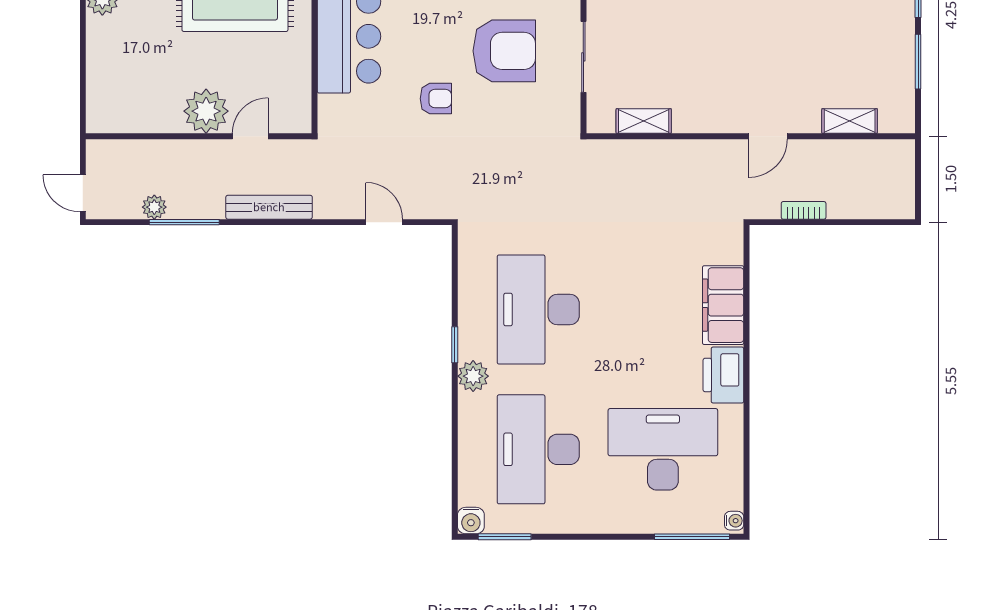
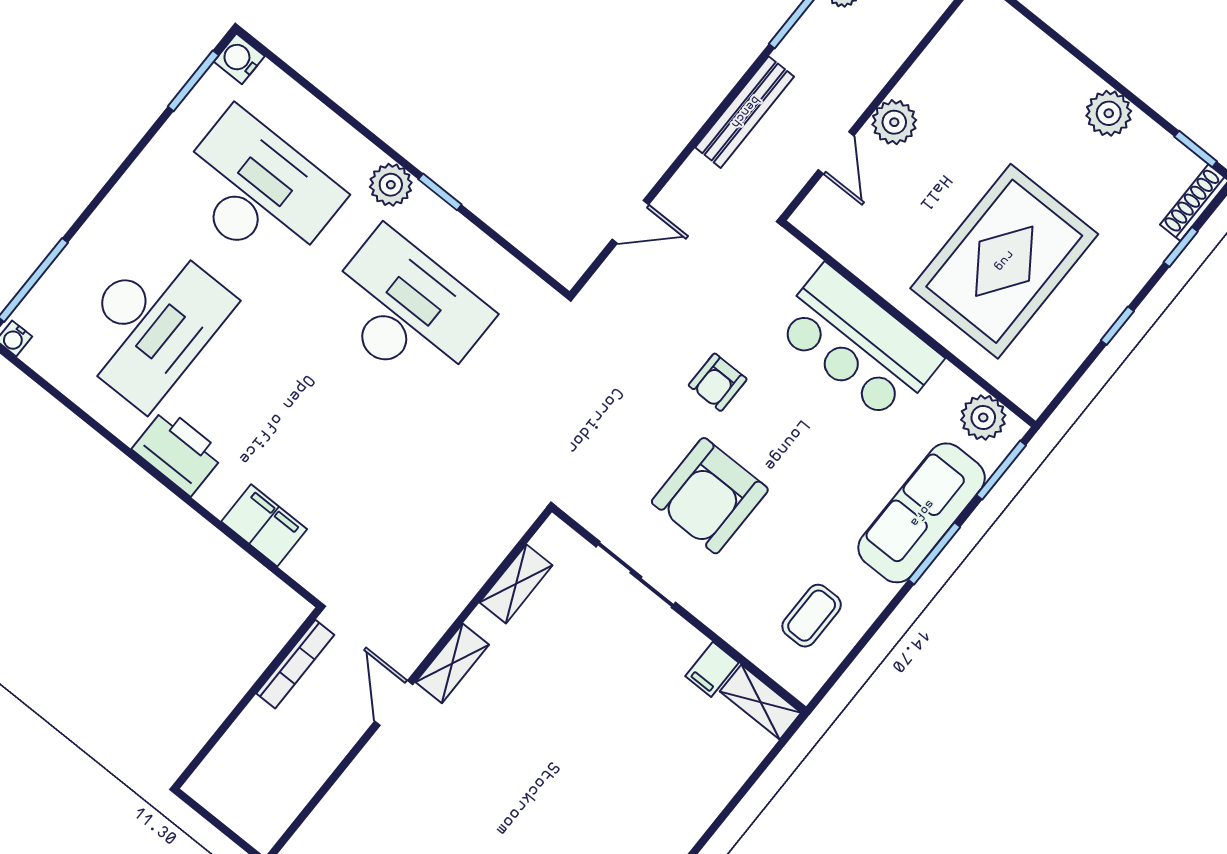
plant: (206, 111) -> (894, 122), width x0.73, depth x0.73
shelving: (850, 121) -> (452, 663), moved
bookcase: (804, 210) -> (295, 664), width x1.56
filing cabinet: (723, 305) -> (264, 525), width x0.67, depth x0.86

